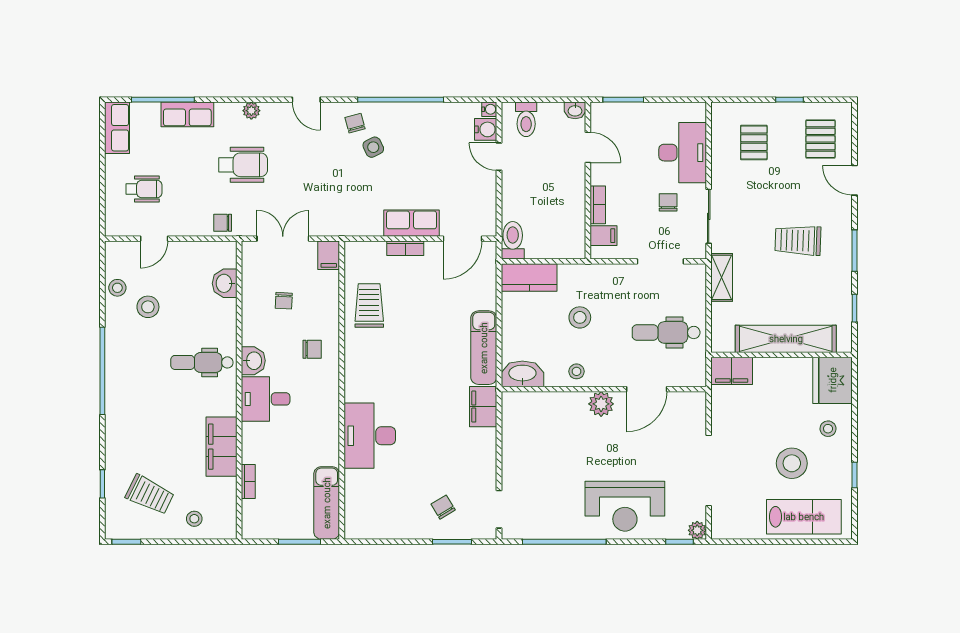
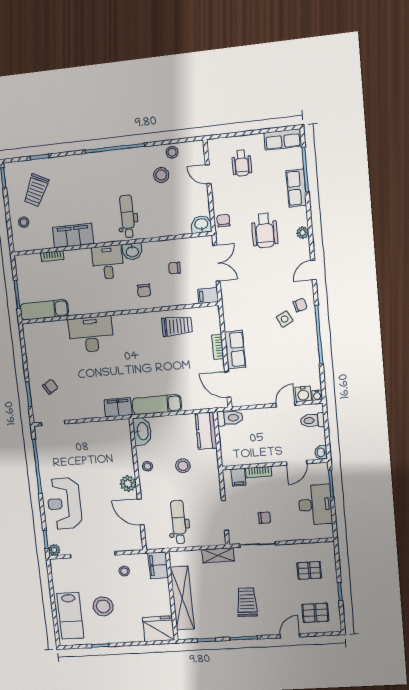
desk: (683, 153) -> (315, 505), moved, turned -90
washbasin: (225, 283) -> (201, 224), moved
stool: (828, 429) -> (124, 571), moved

